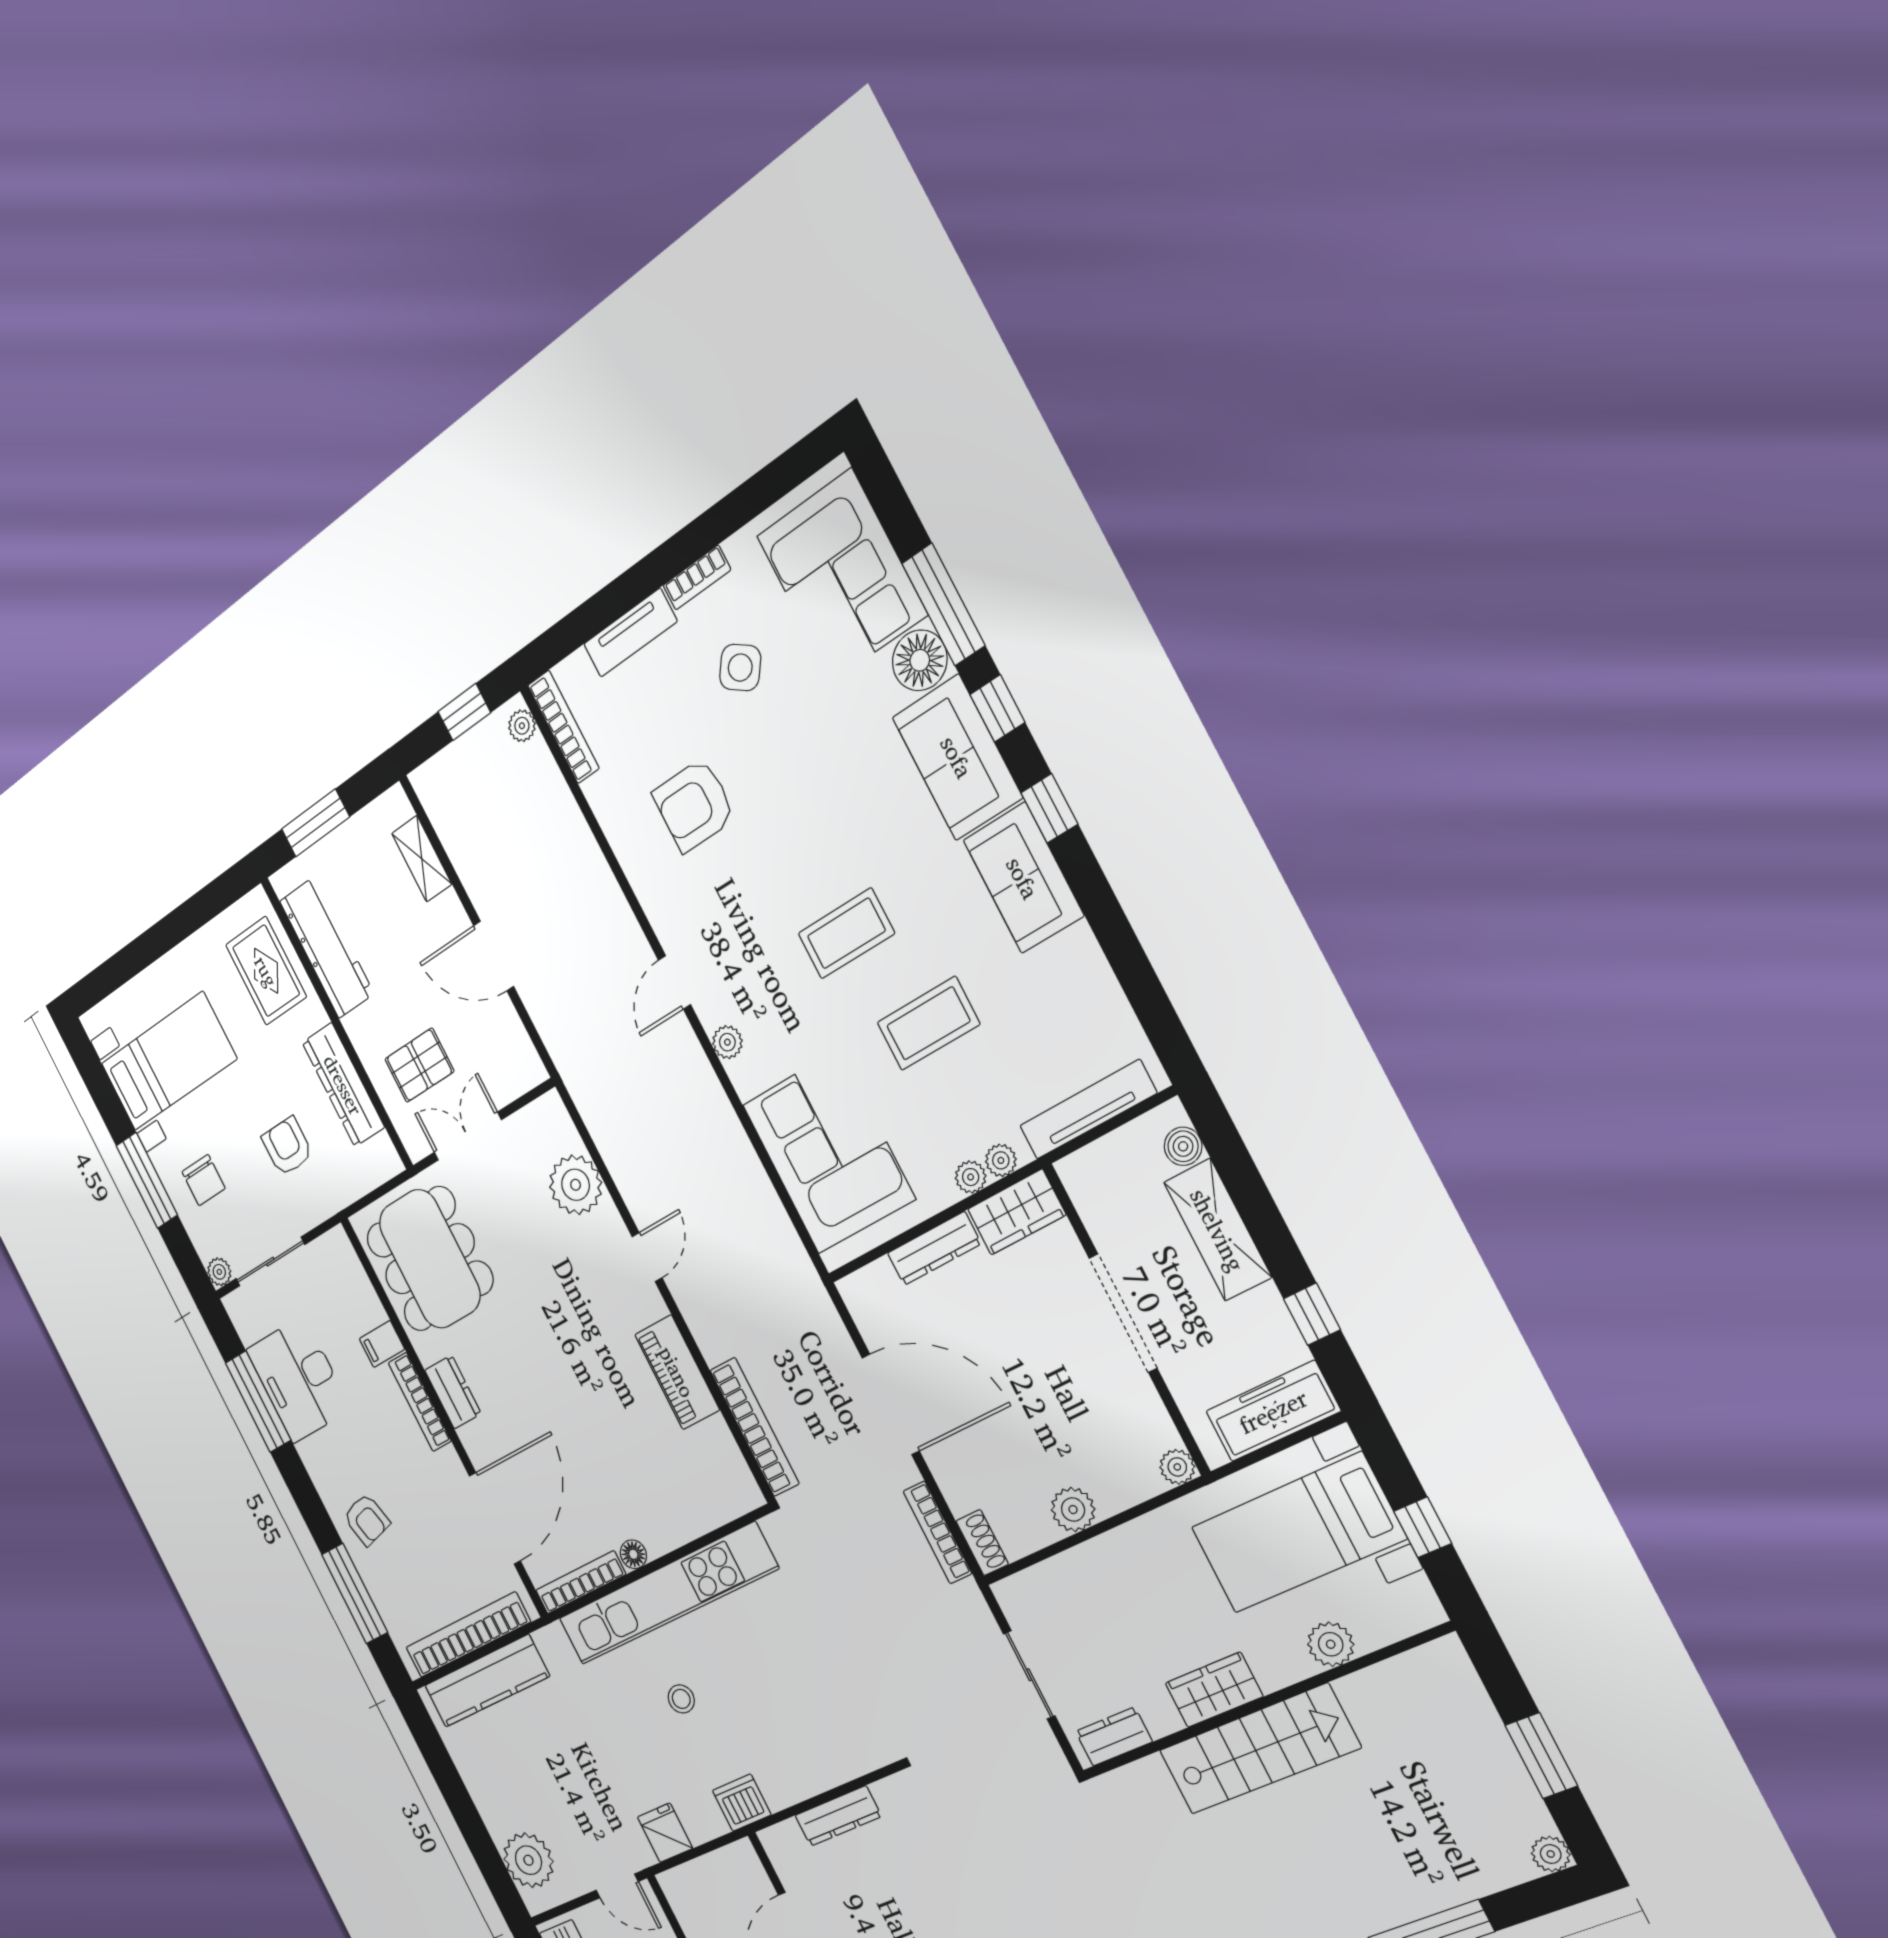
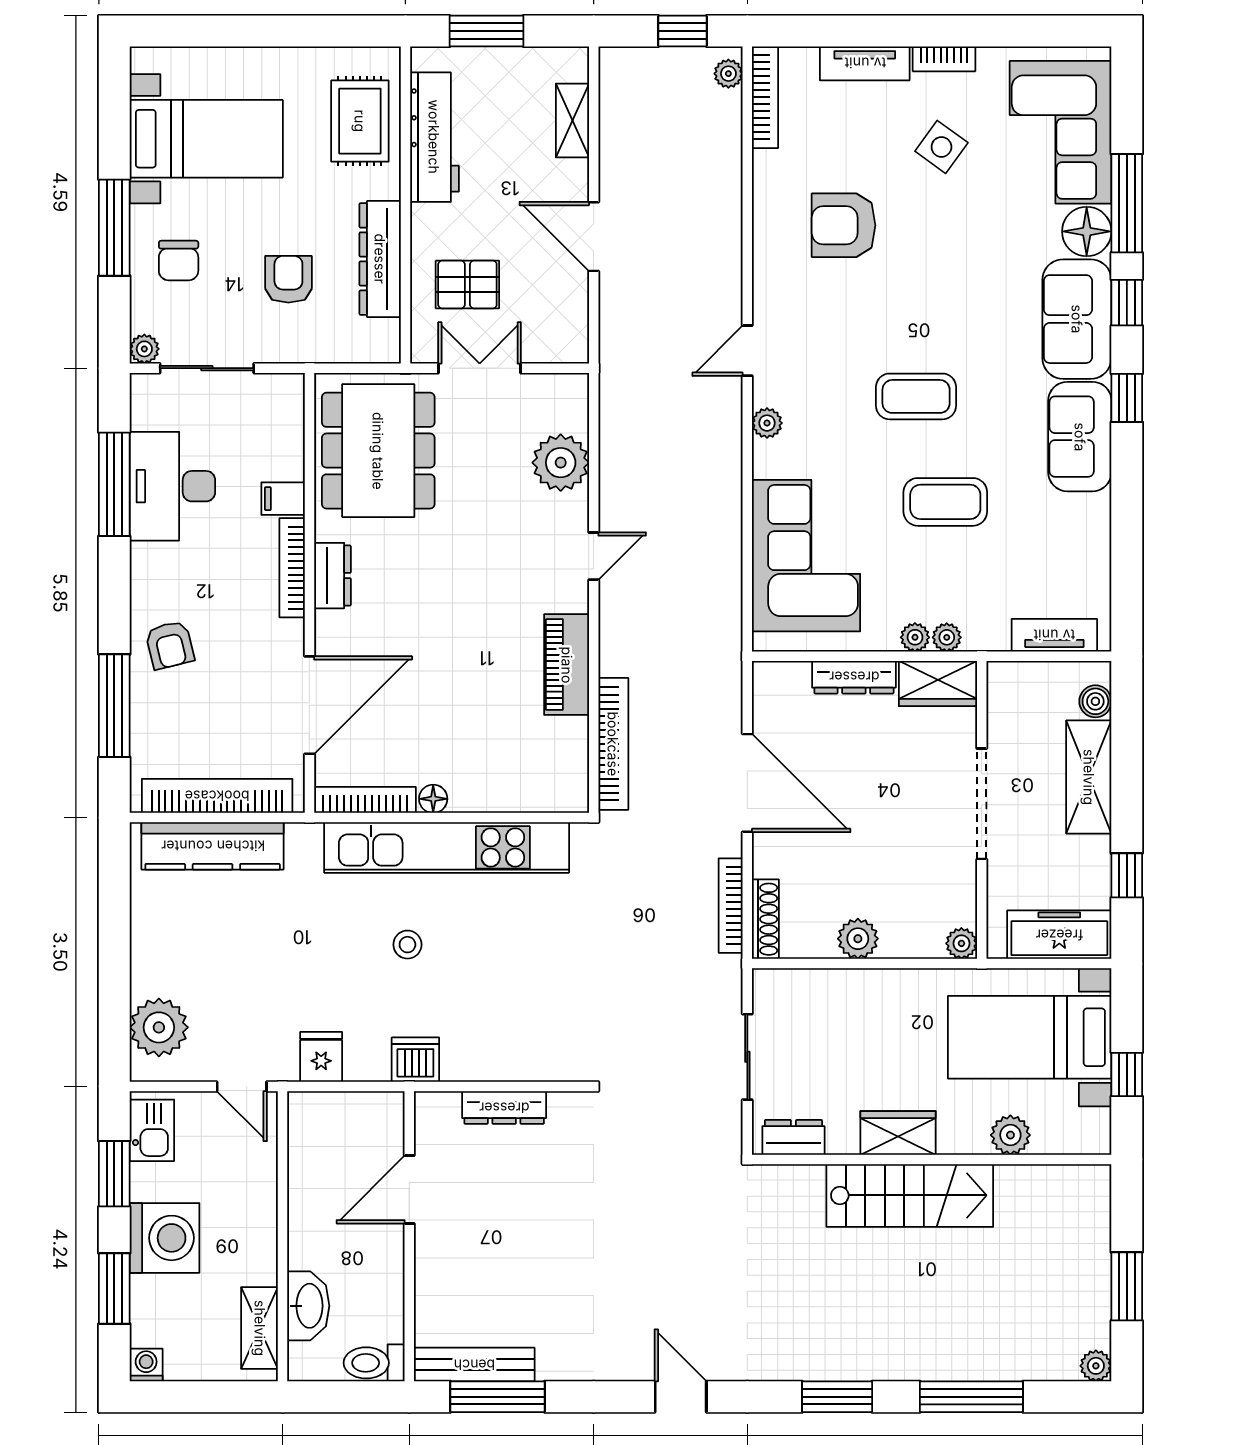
tv unit: (1088, 1110) -> (1054, 635), width x0.71
shoe rack: (982, 1543) -> (765, 919), width x1.43

